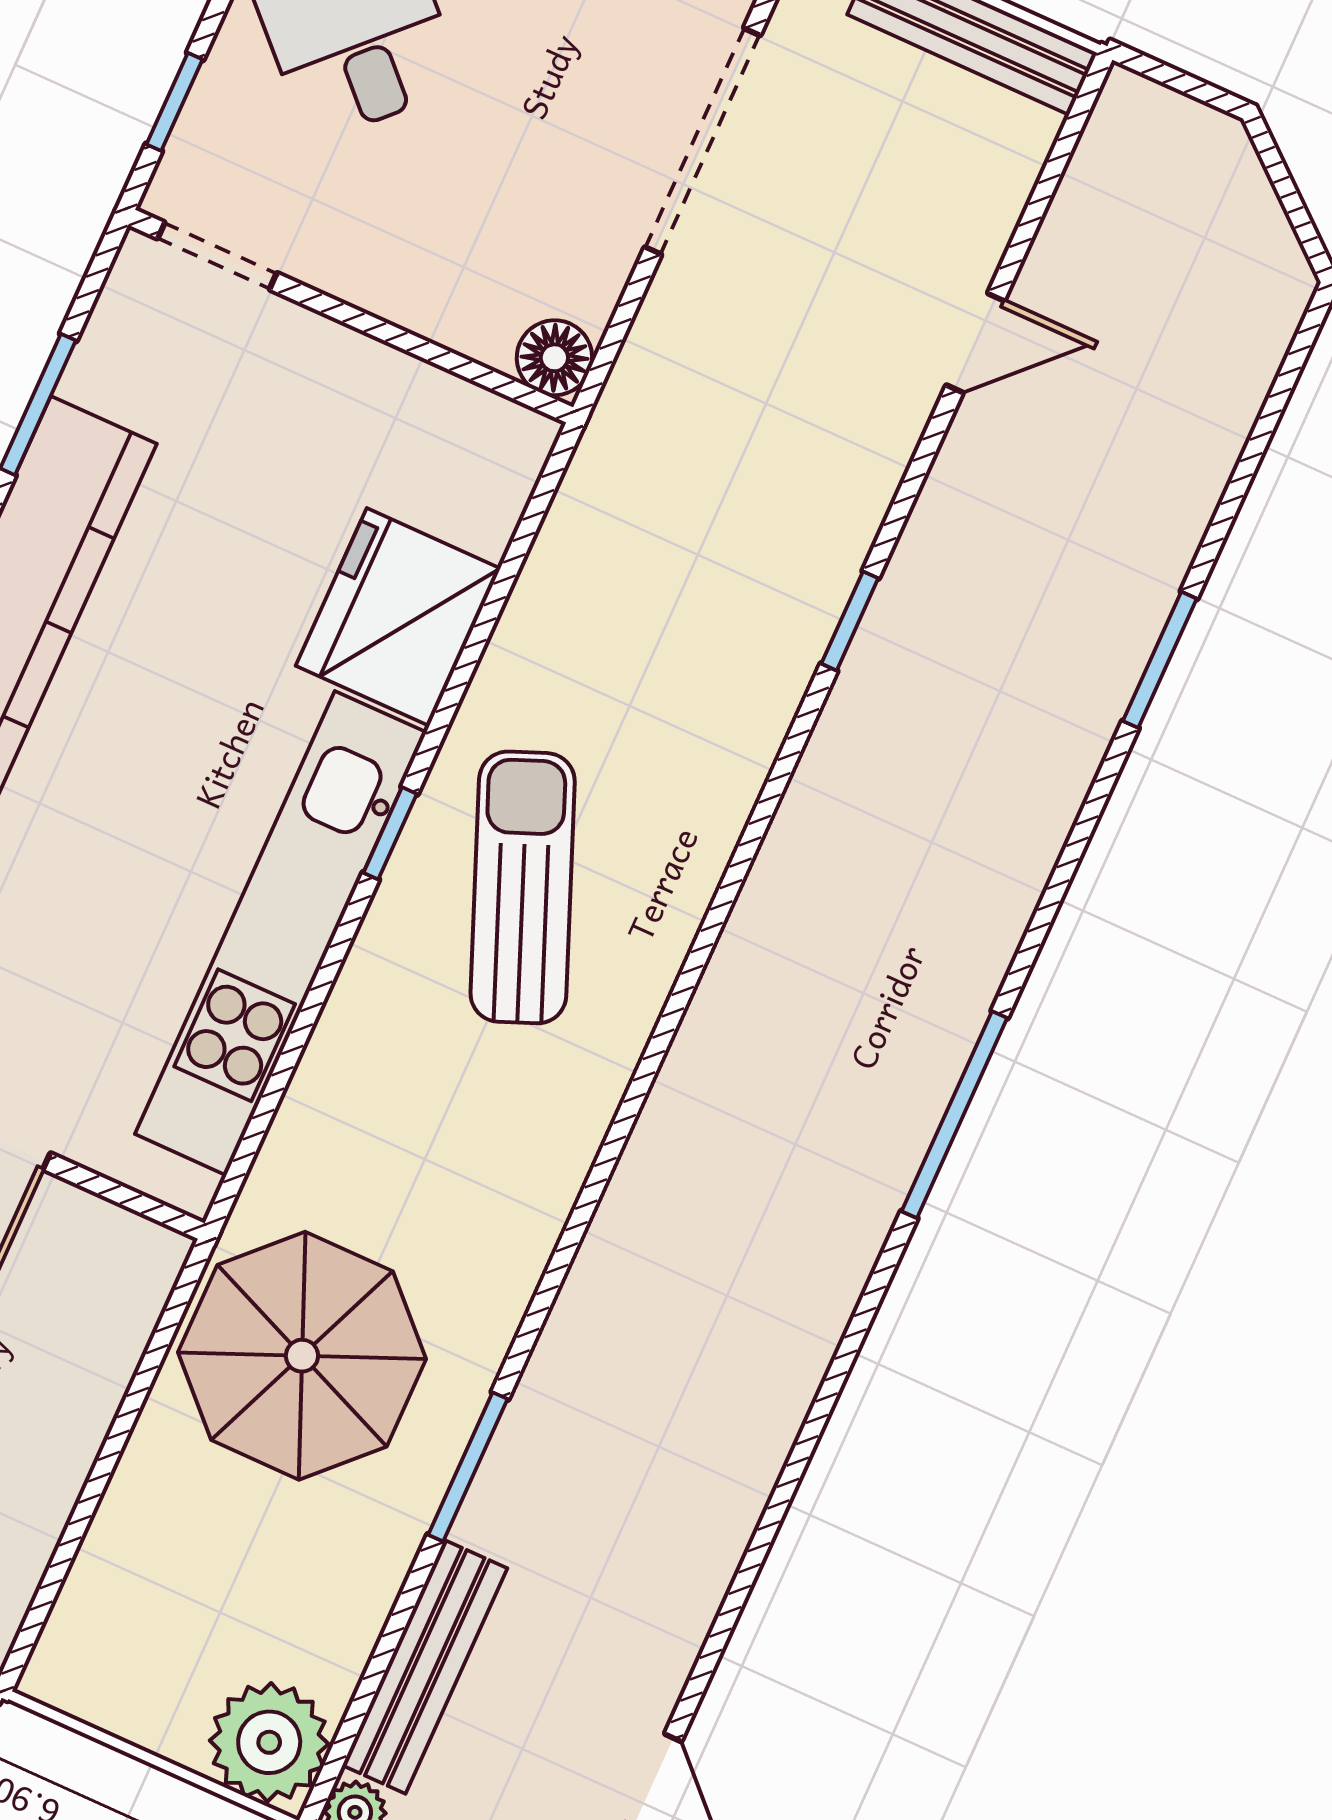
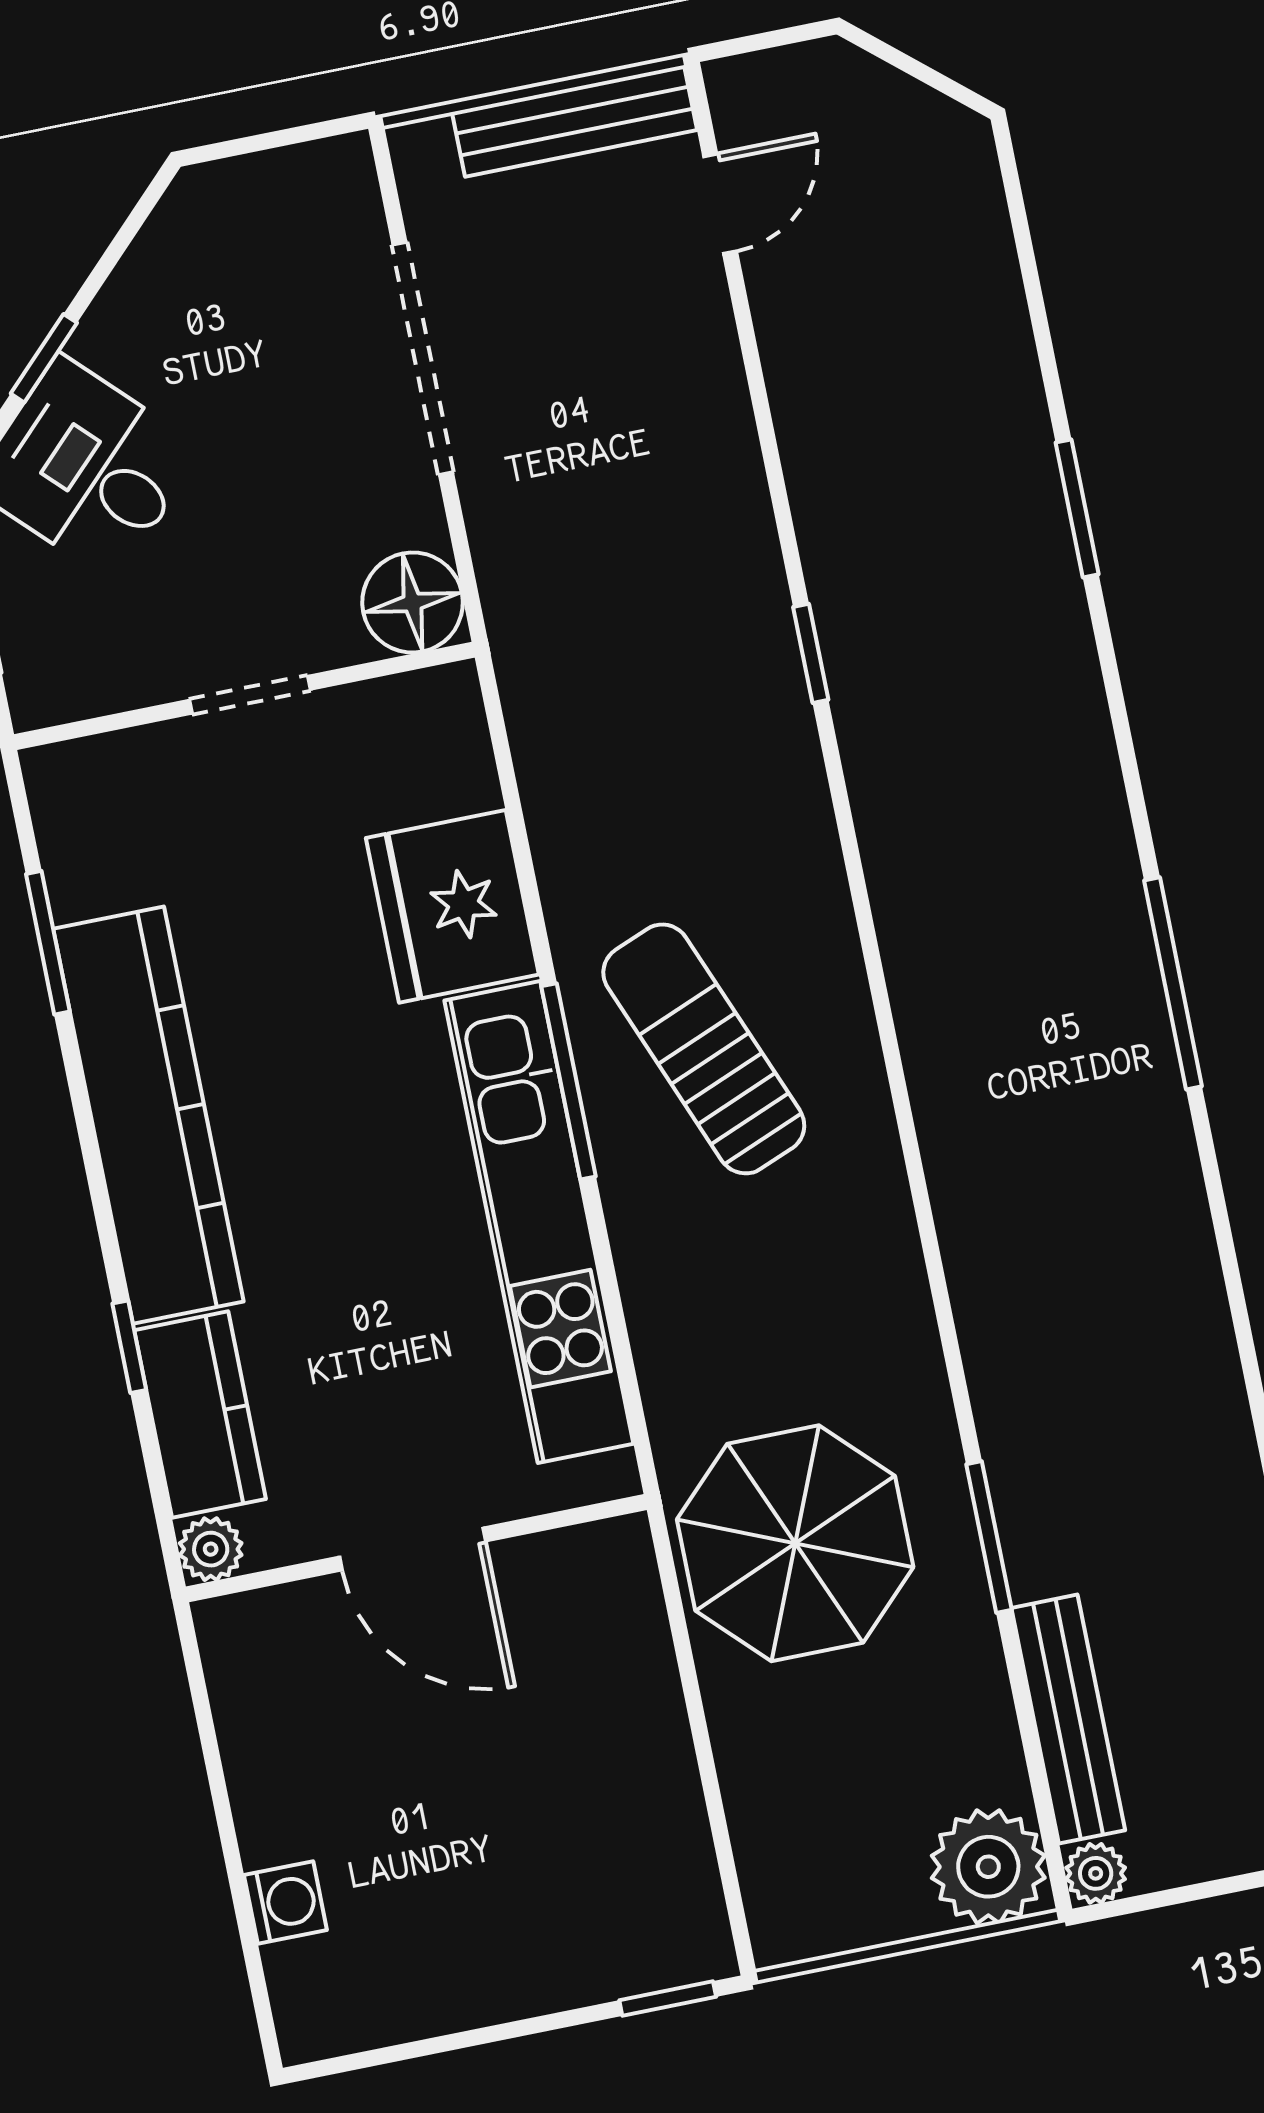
doorway: (217, 256) -> (250, 695), moved
door: (975, 343) -> (720, 204), moved
floor lamp: (554, 358) -> (413, 603), width x1.38, depth x1.38
window: (390, 833) -> (569, 1081), width x2.17

